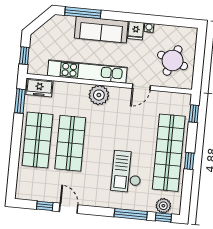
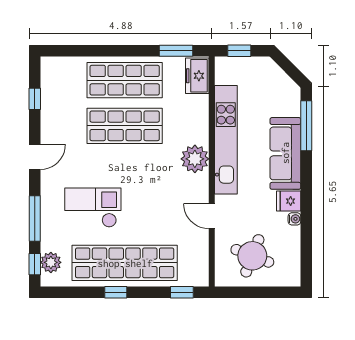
door: (69, 208) -> (35, 157), moved

